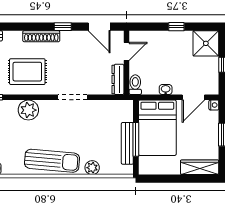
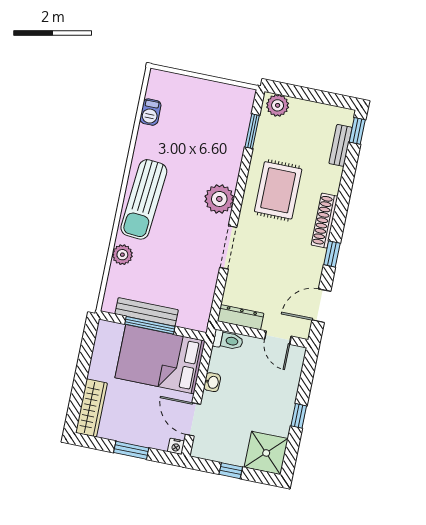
plant: (28, 110) -> (219, 199), moved

